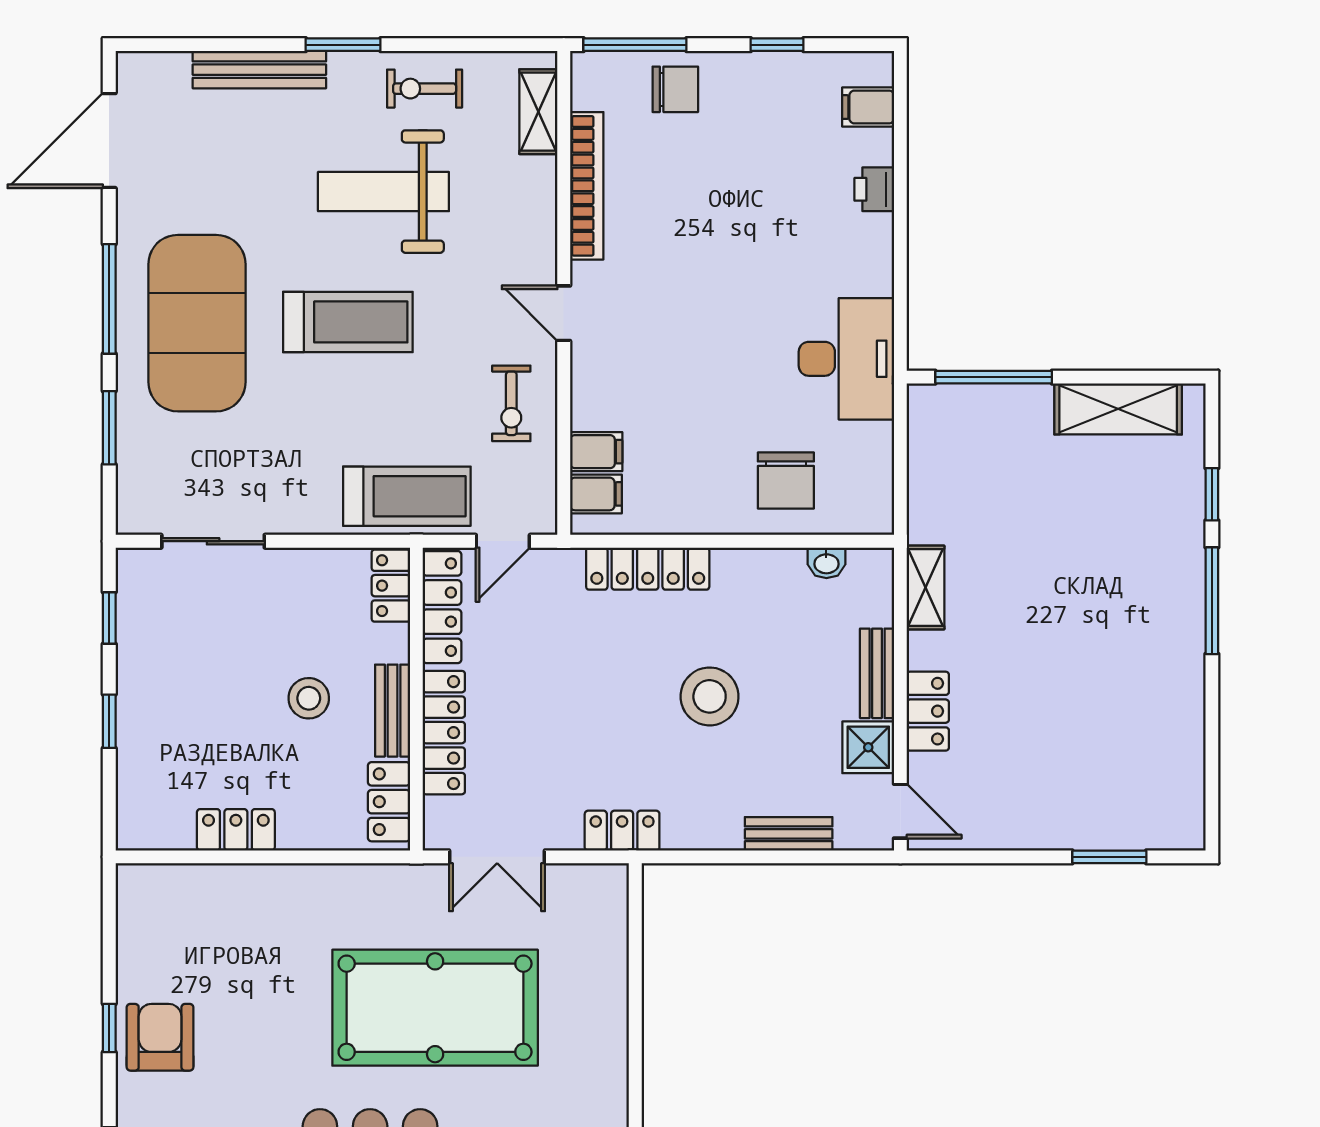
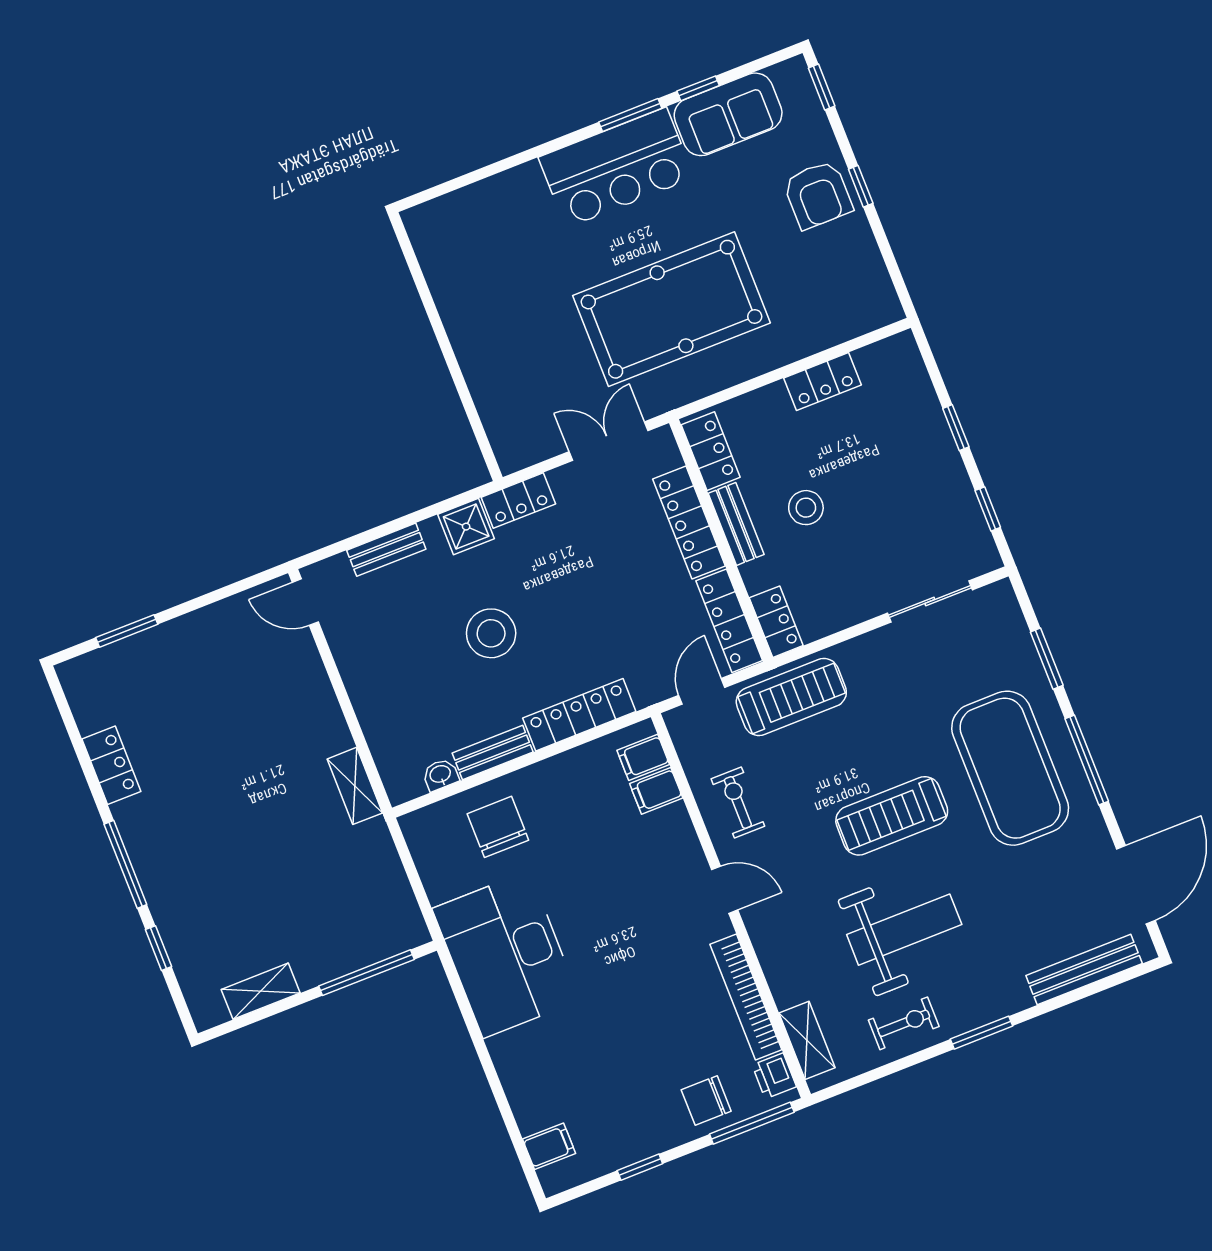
bench: (259, 70) -> (1084, 970), moved
printer: (874, 189) -> (774, 1076), moved, turned 180
desk: (846, 359) -> (506, 954), width x1.36, depth x1.30
shelving: (1118, 409) -> (261, 991), width x0.67, depth x0.75
treadmill: (407, 496) -> (791, 697), turned 180
bench: (877, 673) -> (493, 752), moved, turned 90
locker: (928, 711) -> (111, 765), moved, turned 180
shower: (868, 747) -> (466, 527), moved
pool table: (435, 1008) -> (672, 309), moved

